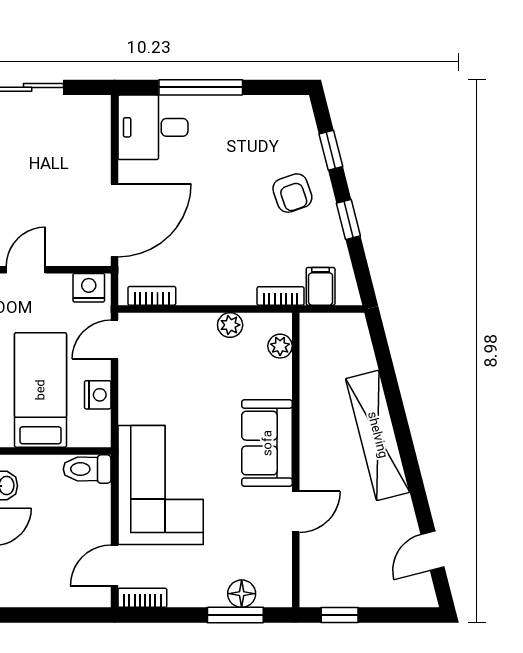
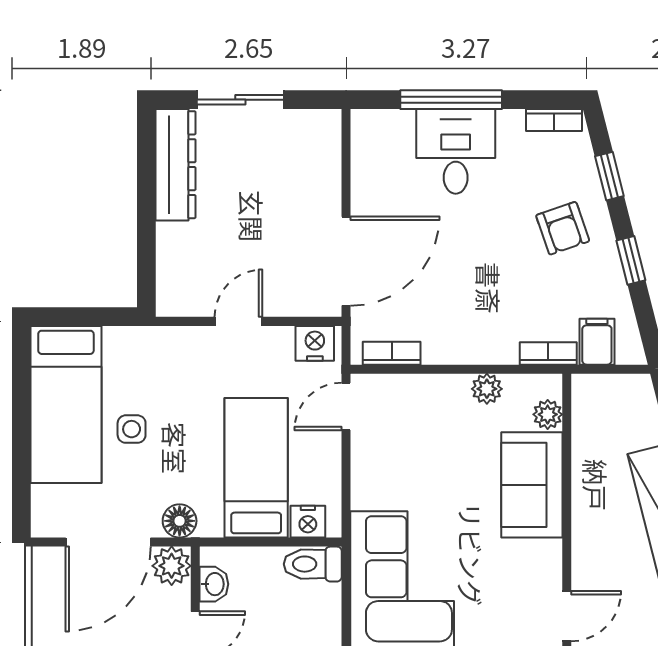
bookcase: (285, 104) -> (554, 120), added
desk: (153, 127) -> (456, 151), moved, turned 90
nightstand: (98, 395) -> (308, 522), moved, turned 90
sofa: (267, 443) -> (532, 485), moved

